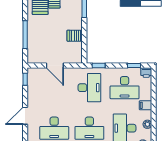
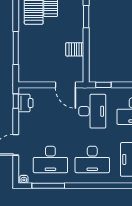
door: (55, 66) -> (65, 85), moved
printer: (33, 81) -> (25, 103), added

